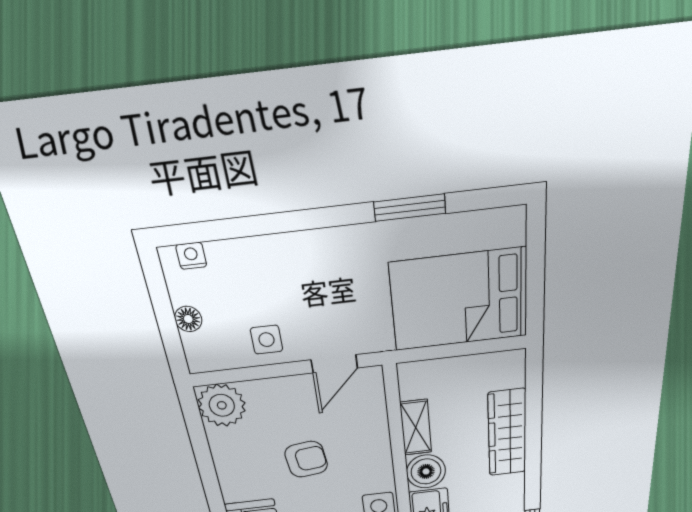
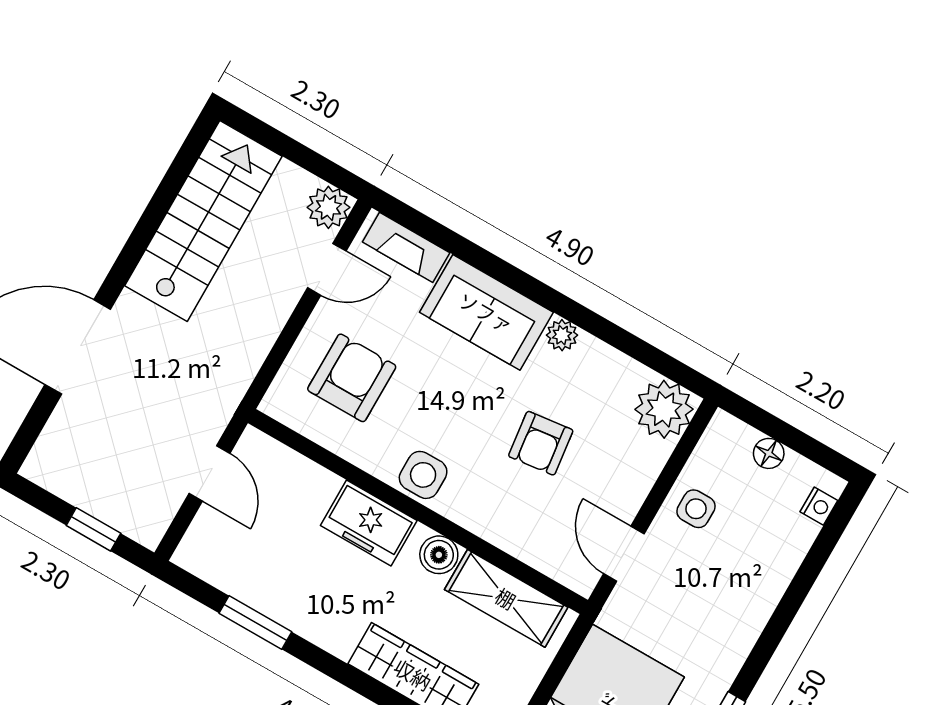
shelving: (416, 427) -> (506, 598), width x1.50, depth x1.33
boiler: (426, 471) -> (439, 555), width x0.73, depth x0.73
plant: (233, 491) -> (562, 335), added

